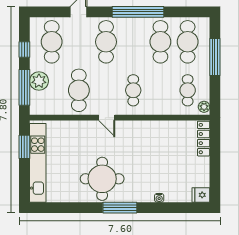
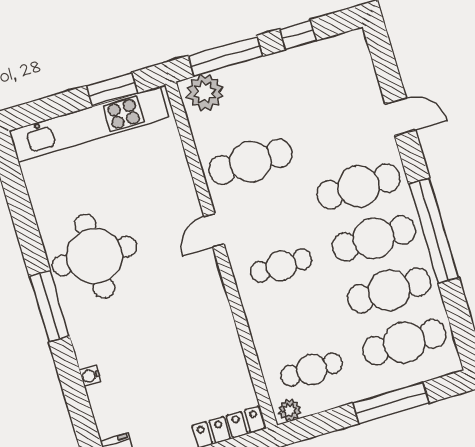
cafe table: (52, 42) -> (374, 238), moved
plant: (39, 81) -> (205, 92), moved

